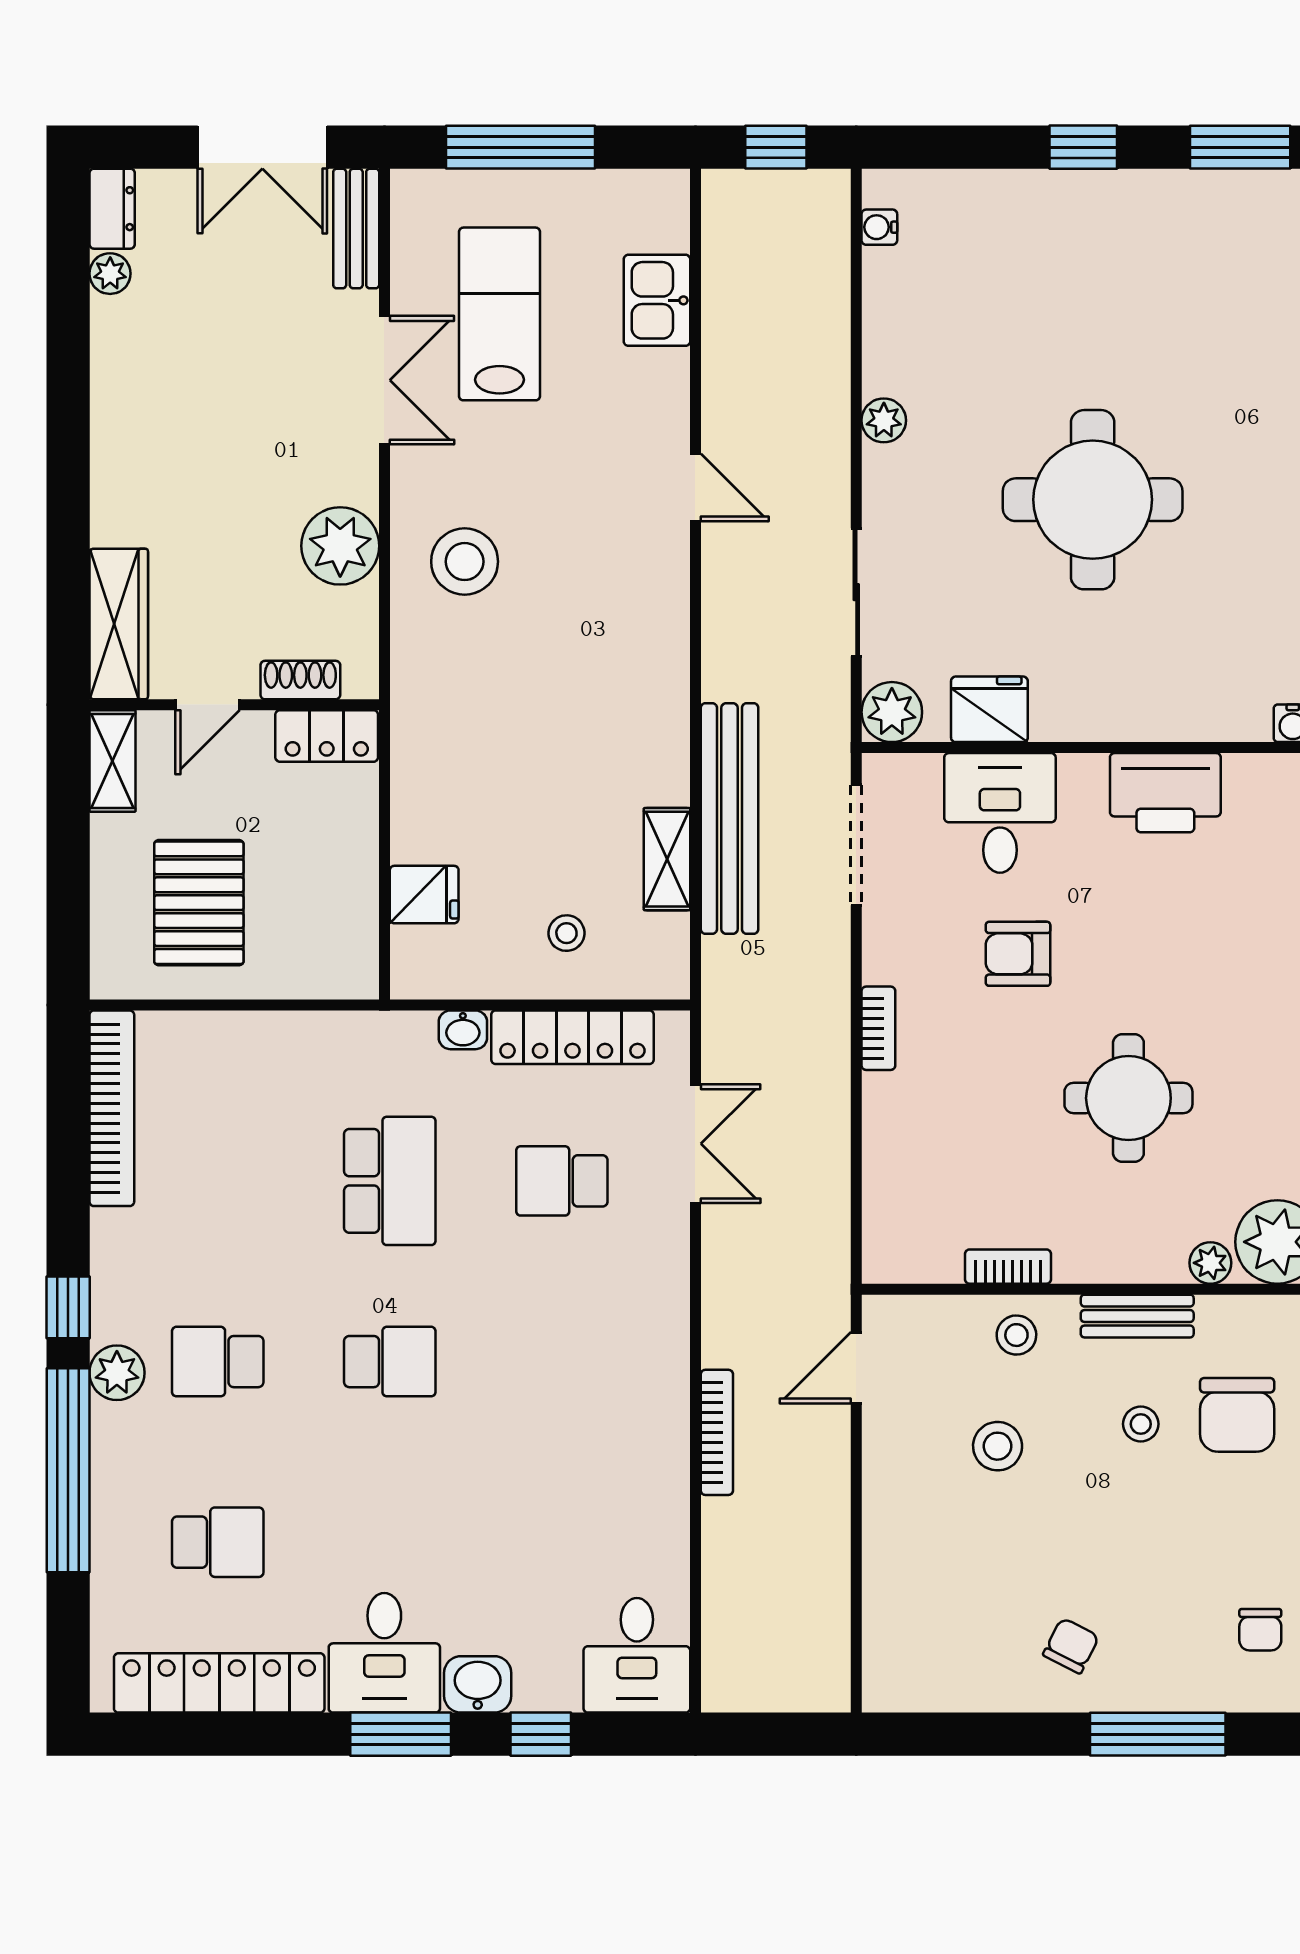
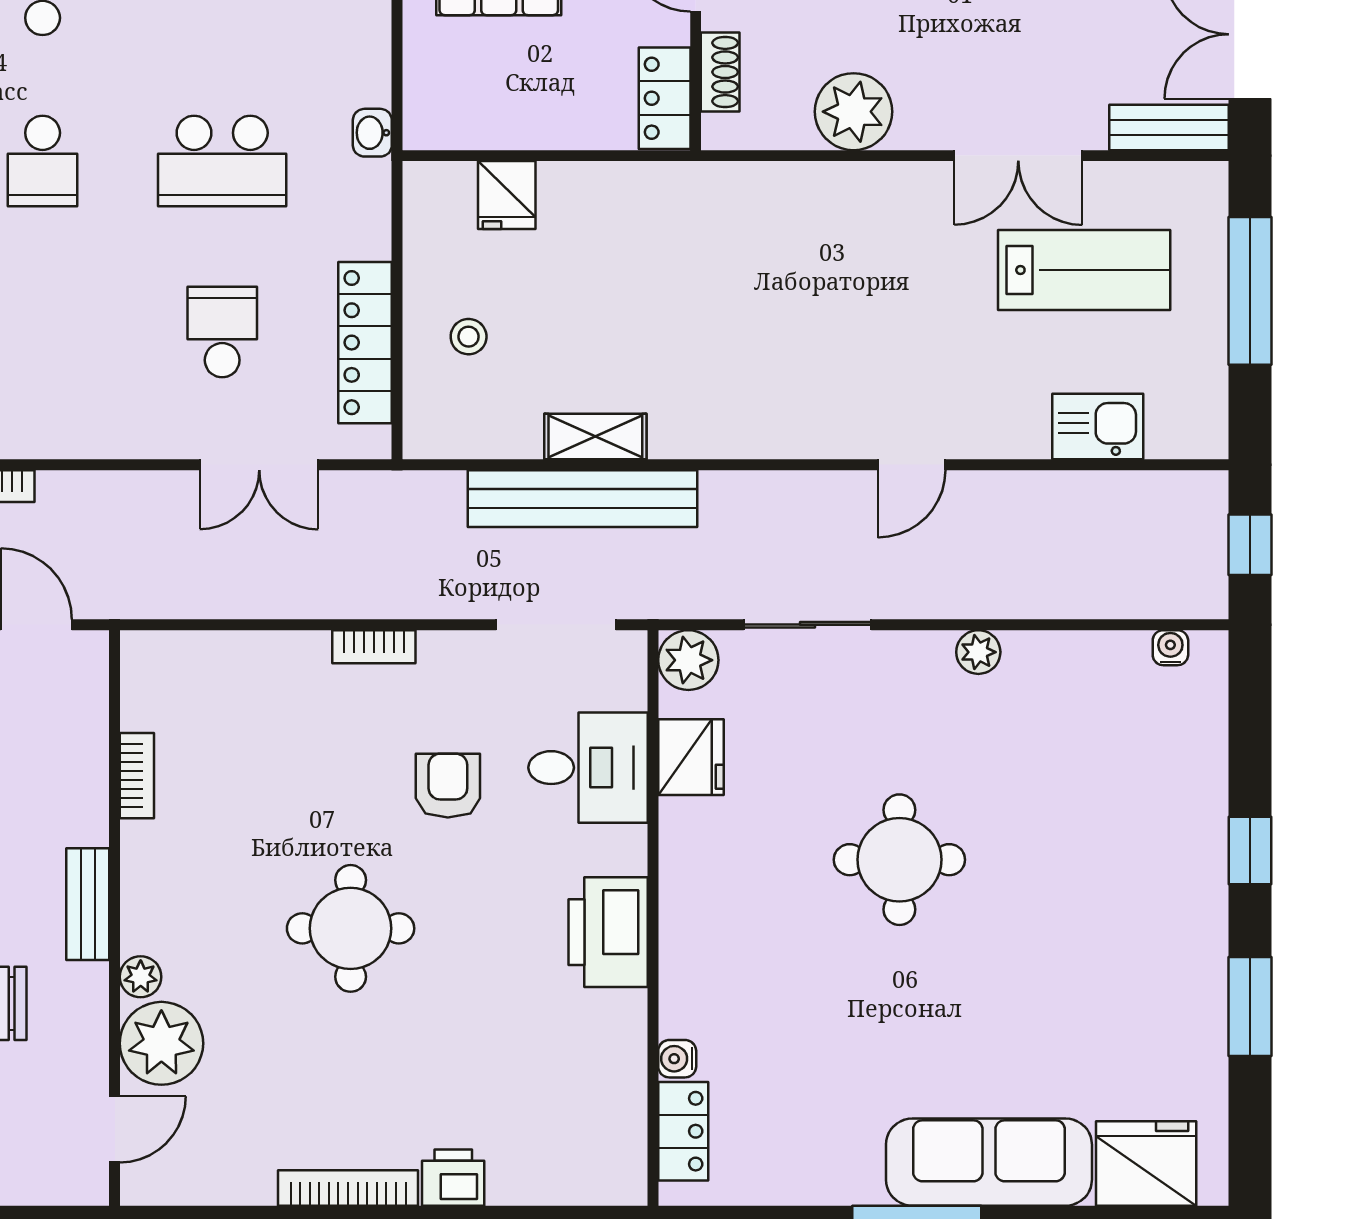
round table: (1093, 500) -> (899, 860), width x0.73, depth x0.73
stool: (465, 562) -> (838, 235), removed
shelving: (667, 859) -> (595, 437), moved
washbasin: (463, 1030) -> (372, 133), moved
round table: (1128, 1098) -> (351, 928), moved
stool: (1016, 1335) -> (69, 784), removed

